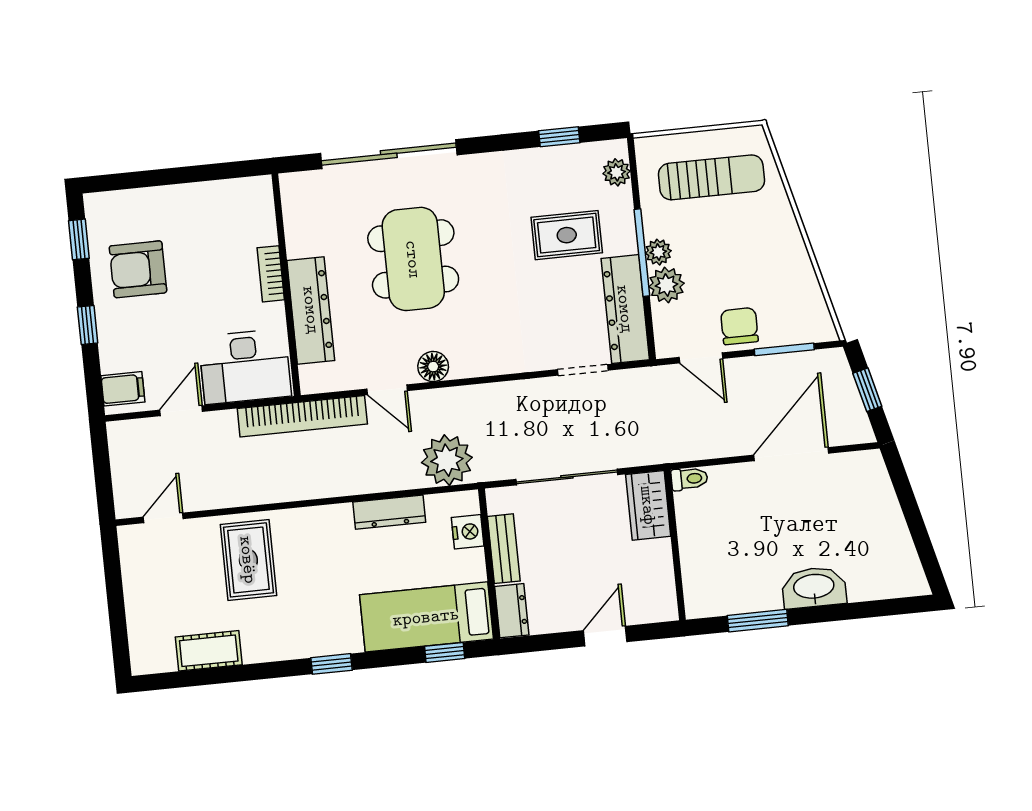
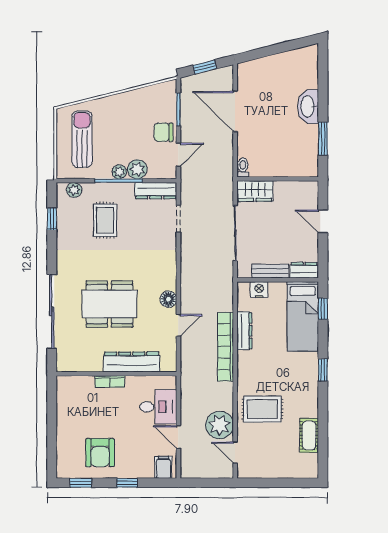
dresser: (625, 309) -> (156, 191), width x0.73, depth x0.80
desk: (245, 367) -> (158, 407), width x0.73
bookcase: (302, 416) -> (226, 347), moved, turned 180
plant: (447, 460) -> (220, 425), moved

